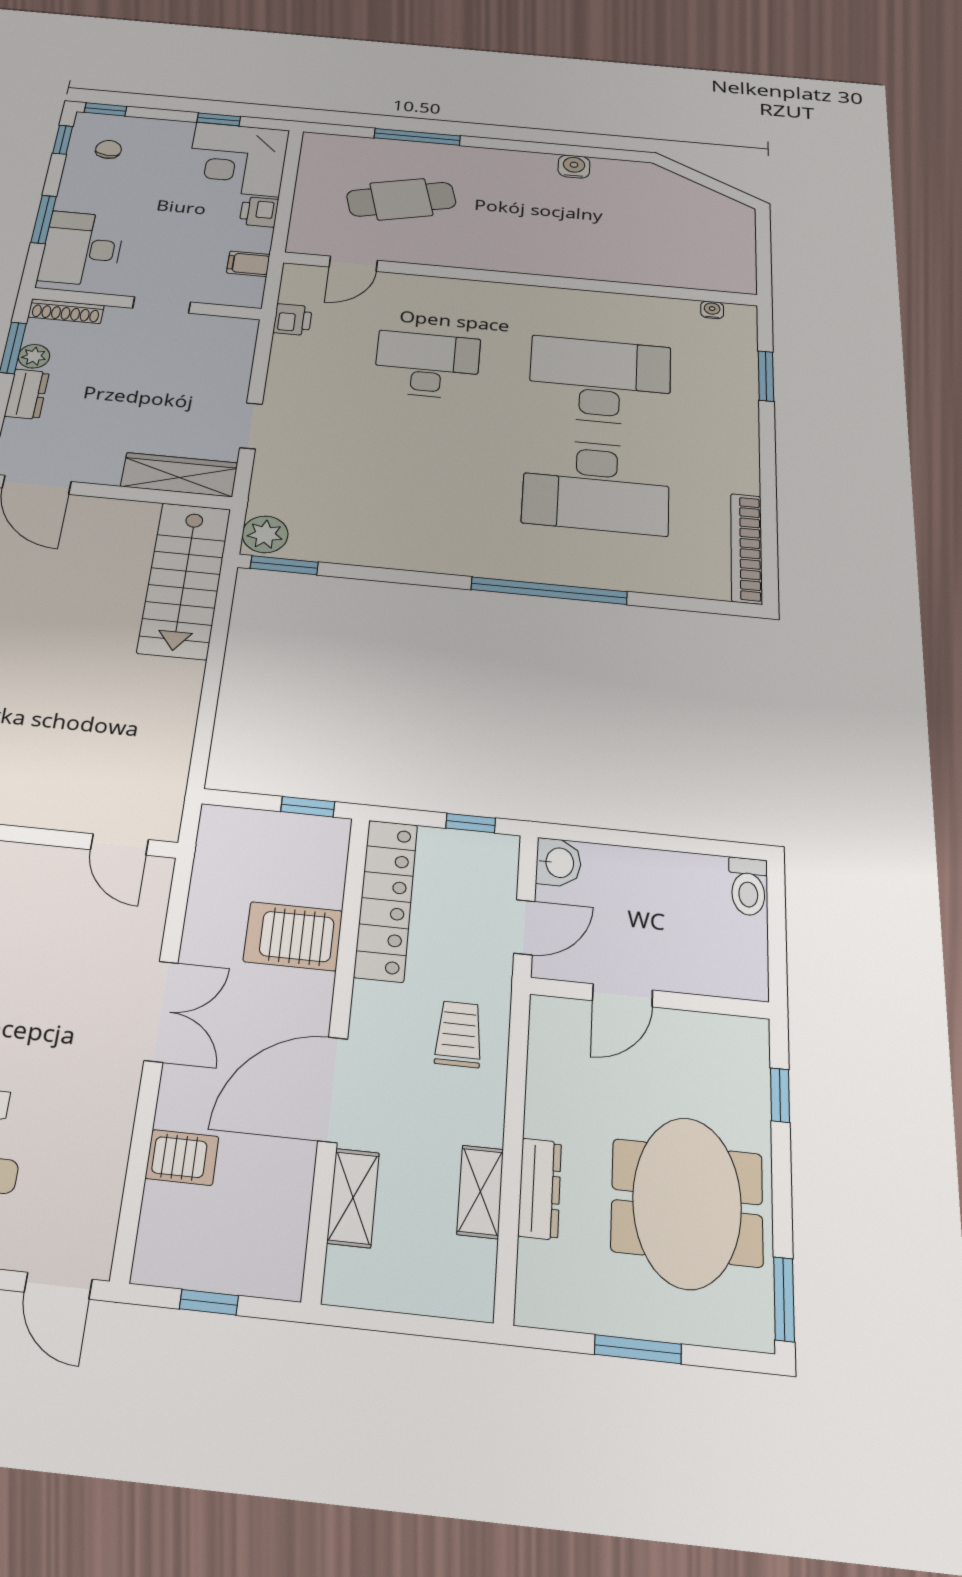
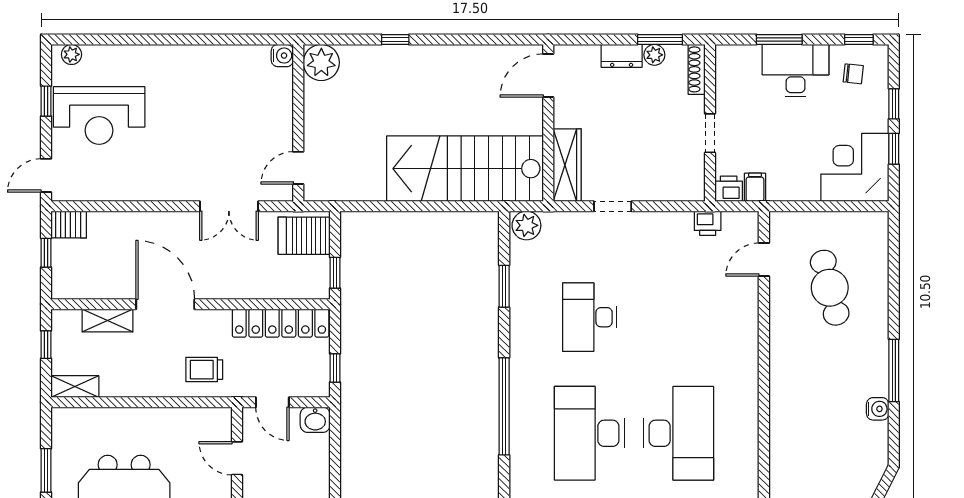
window: (105, 109) -> (894, 104), moved
window: (417, 137) -> (894, 370), moved
printer: (259, 212) -> (729, 189), moved
desk: (82, 249) -> (796, 71), moved
door: (353, 264) -> (764, 259), hinge flipped
desk: (427, 365) -> (589, 317), moved, turned 180
window: (284, 565) -> (504, 286), moved
stairs: (184, 580) -> (465, 169), width x1.36, depth x1.51
server rack: (293, 936) -> (304, 236), moved, turned -90
double door: (161, 1011) -> (229, 206), moved
trolley: (459, 1034) -> (204, 370), turned 180
server rack: (182, 1157) -> (69, 224), moved, turned -90
dresser: (540, 1189) -> (123, 417), removed
shelving: (480, 1192) -> (75, 386), moved
window: (389, 1322) -> (46, 345), added

